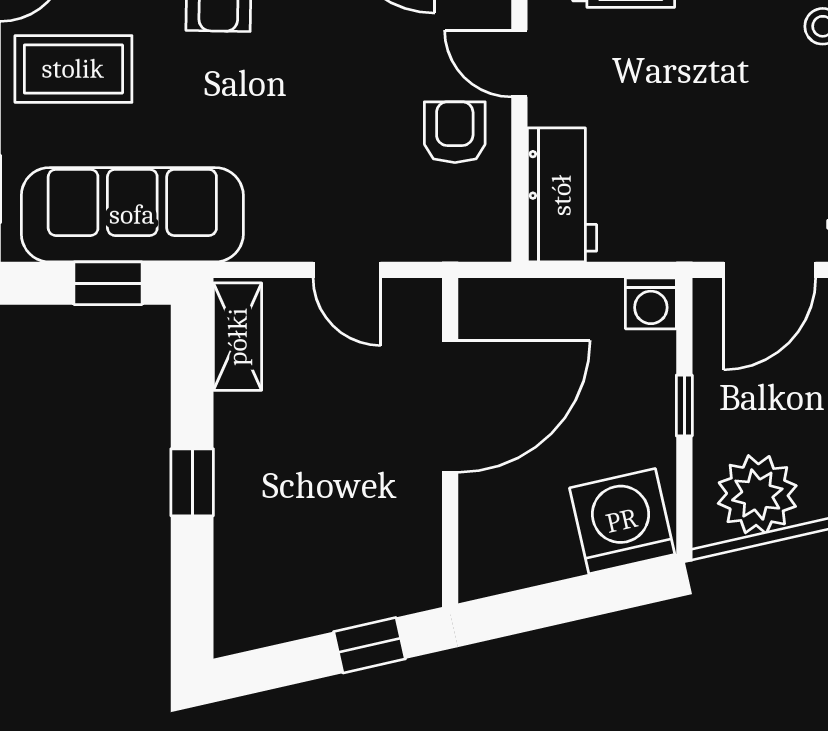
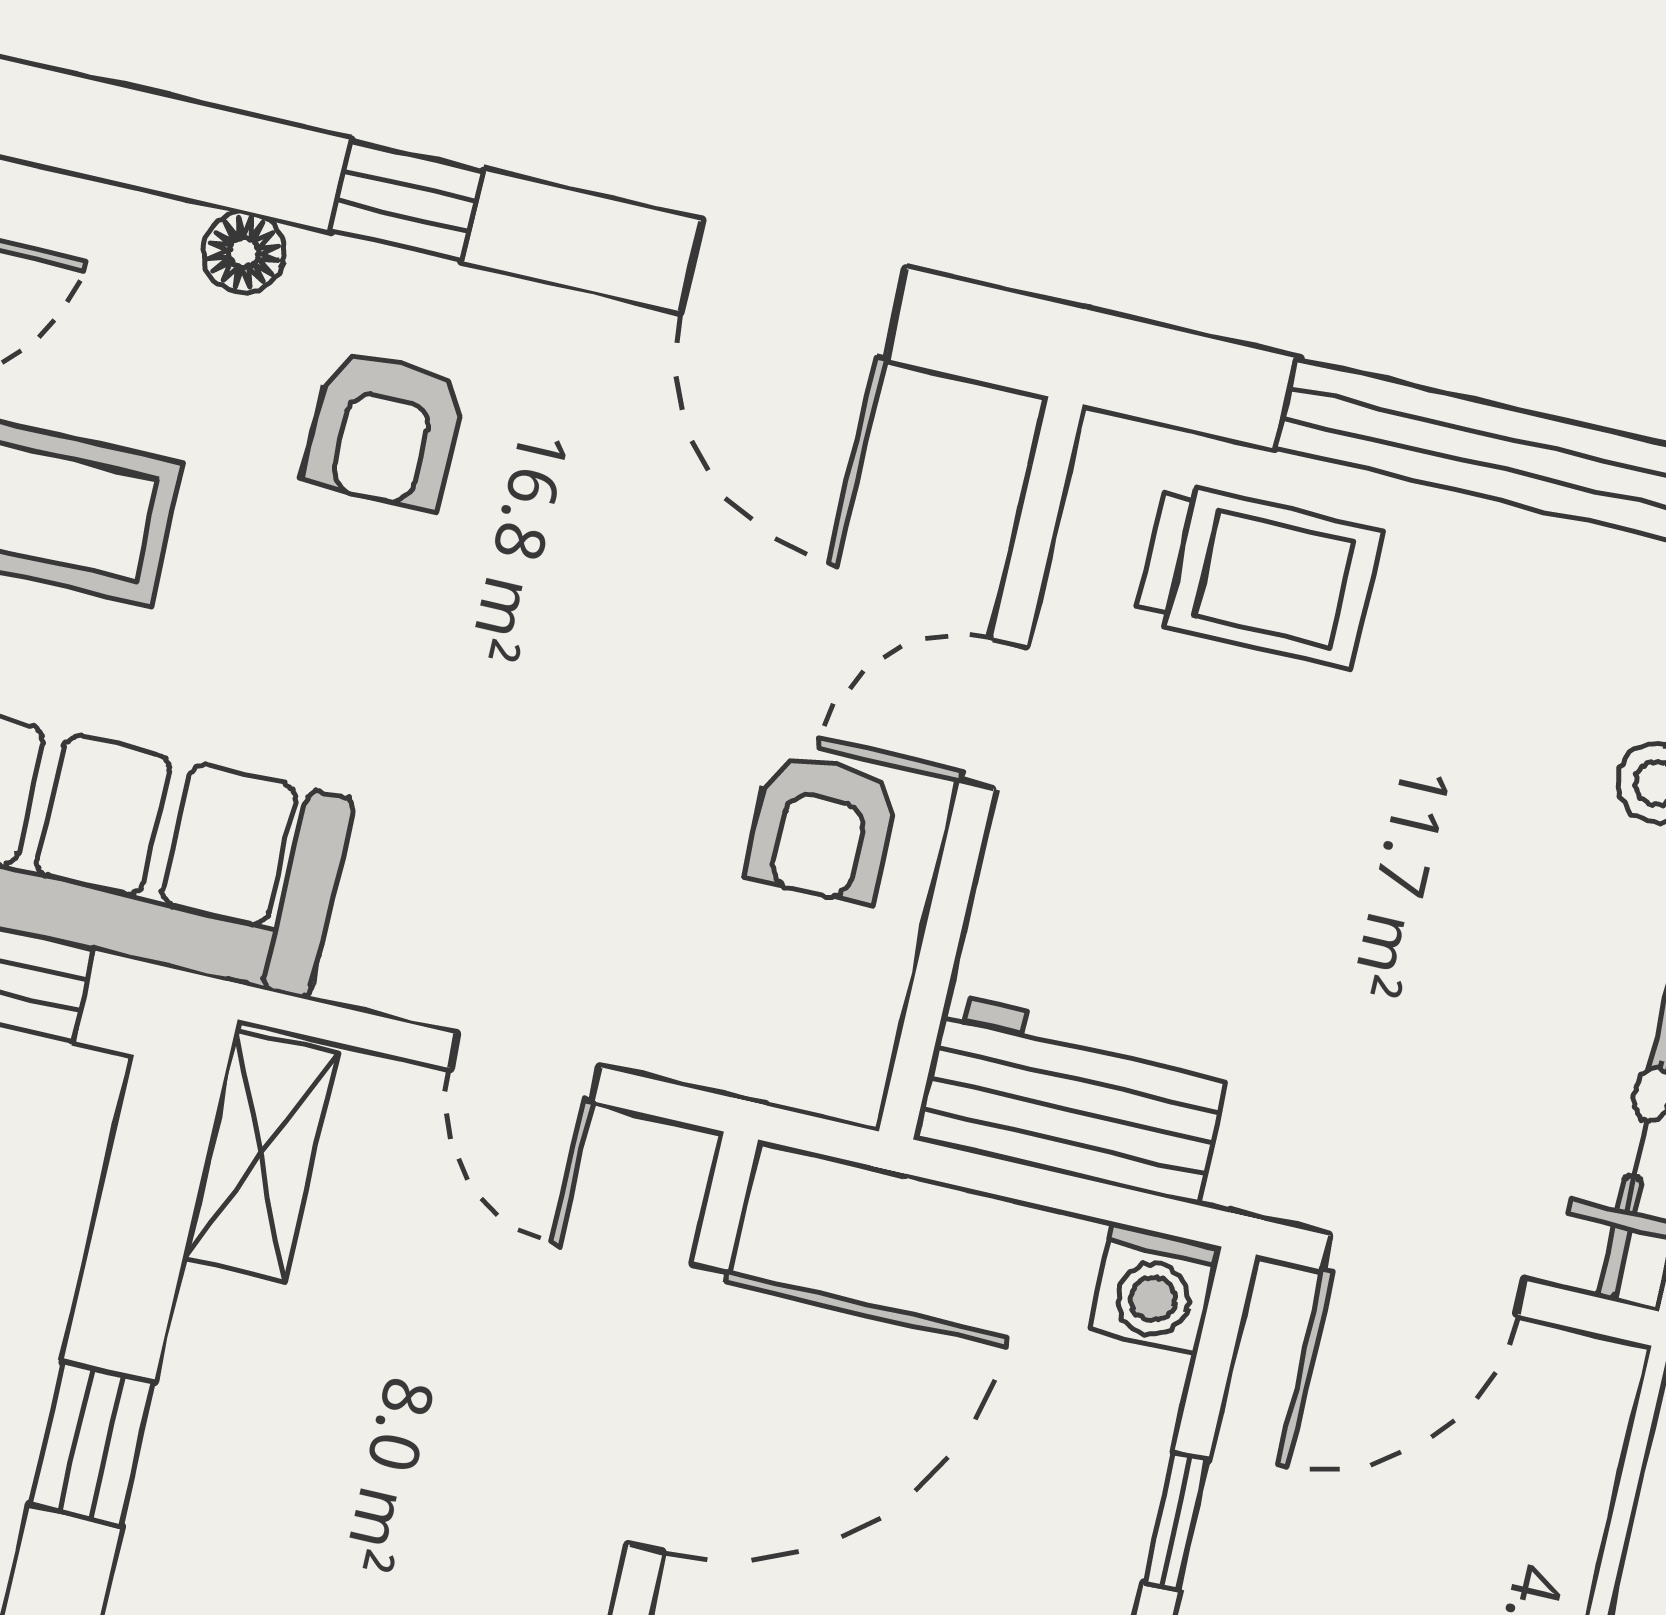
door: (519, 64) -> (993, 714), hinge flipped
armchair: (455, 132) -> (822, 828), turned 180
workbench: (562, 195) -> (1072, 1099), moved, turned -90

